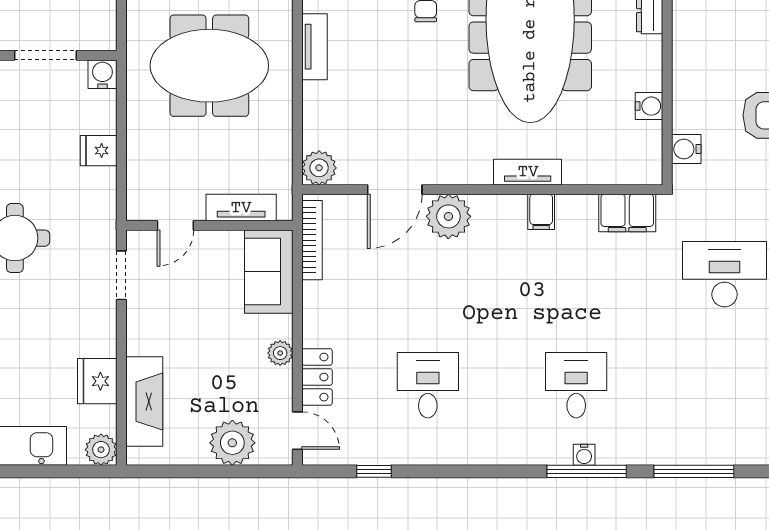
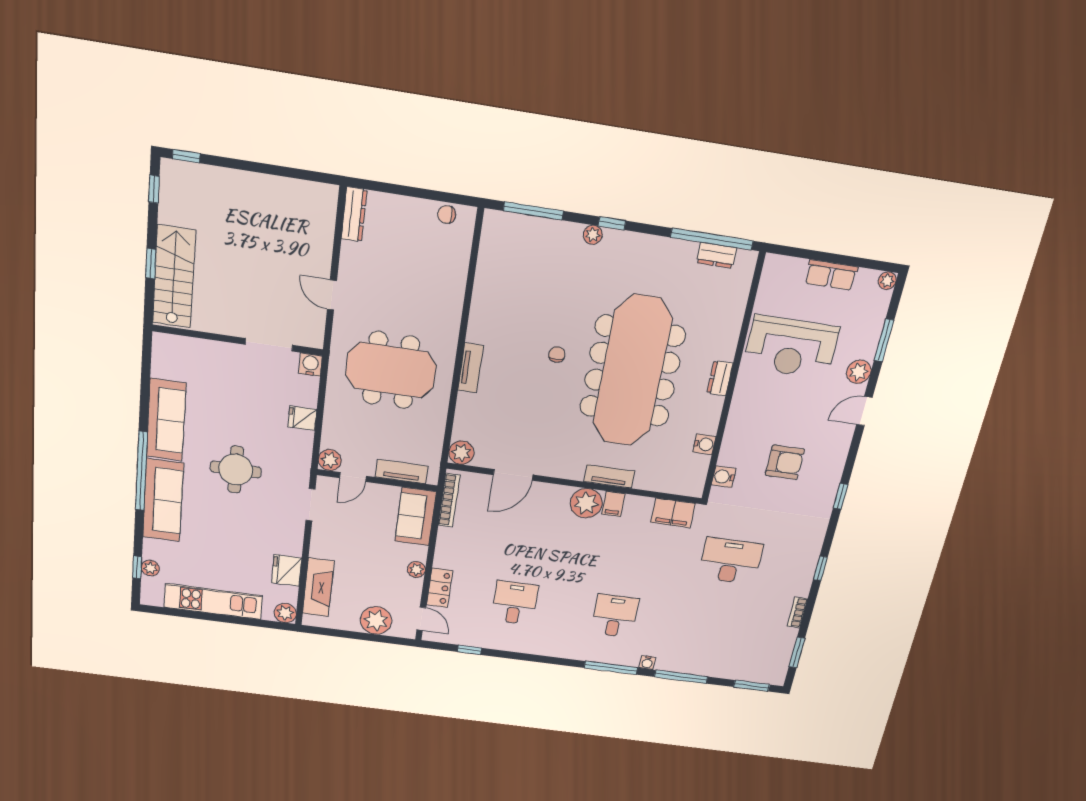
plant: (141, 205) -> (330, 460), added
plant: (448, 216) -> (586, 503), moved
water cooler: (584, 455) -> (647, 663), moved

